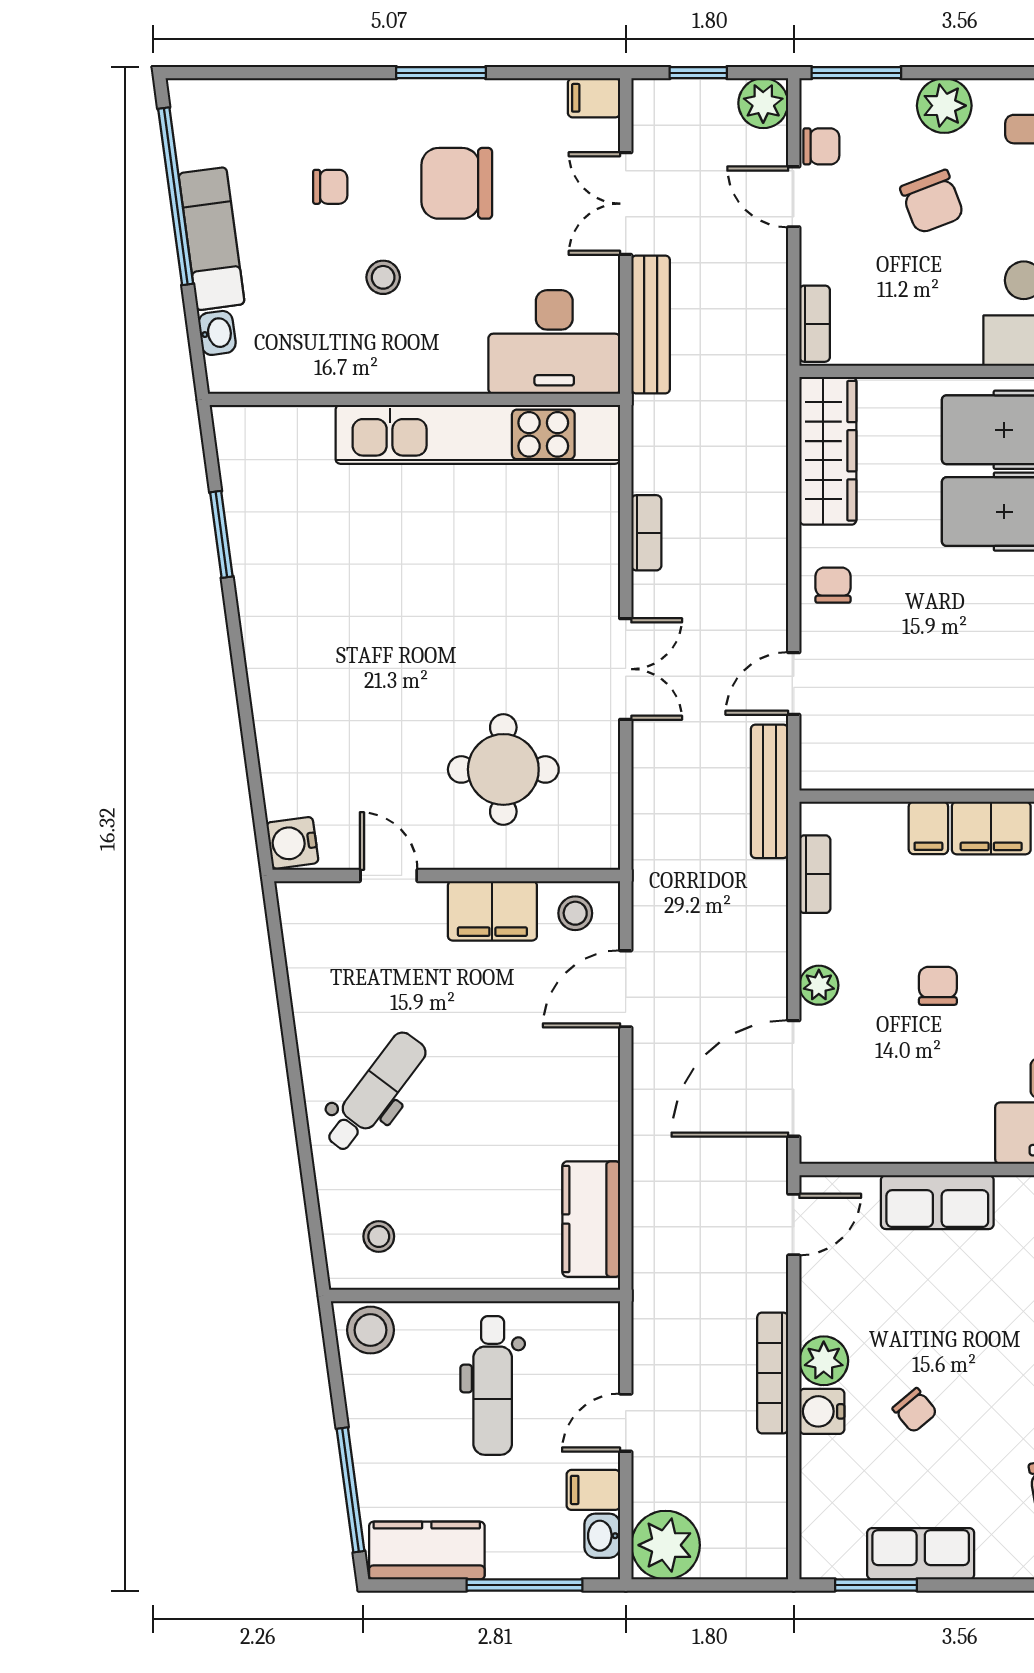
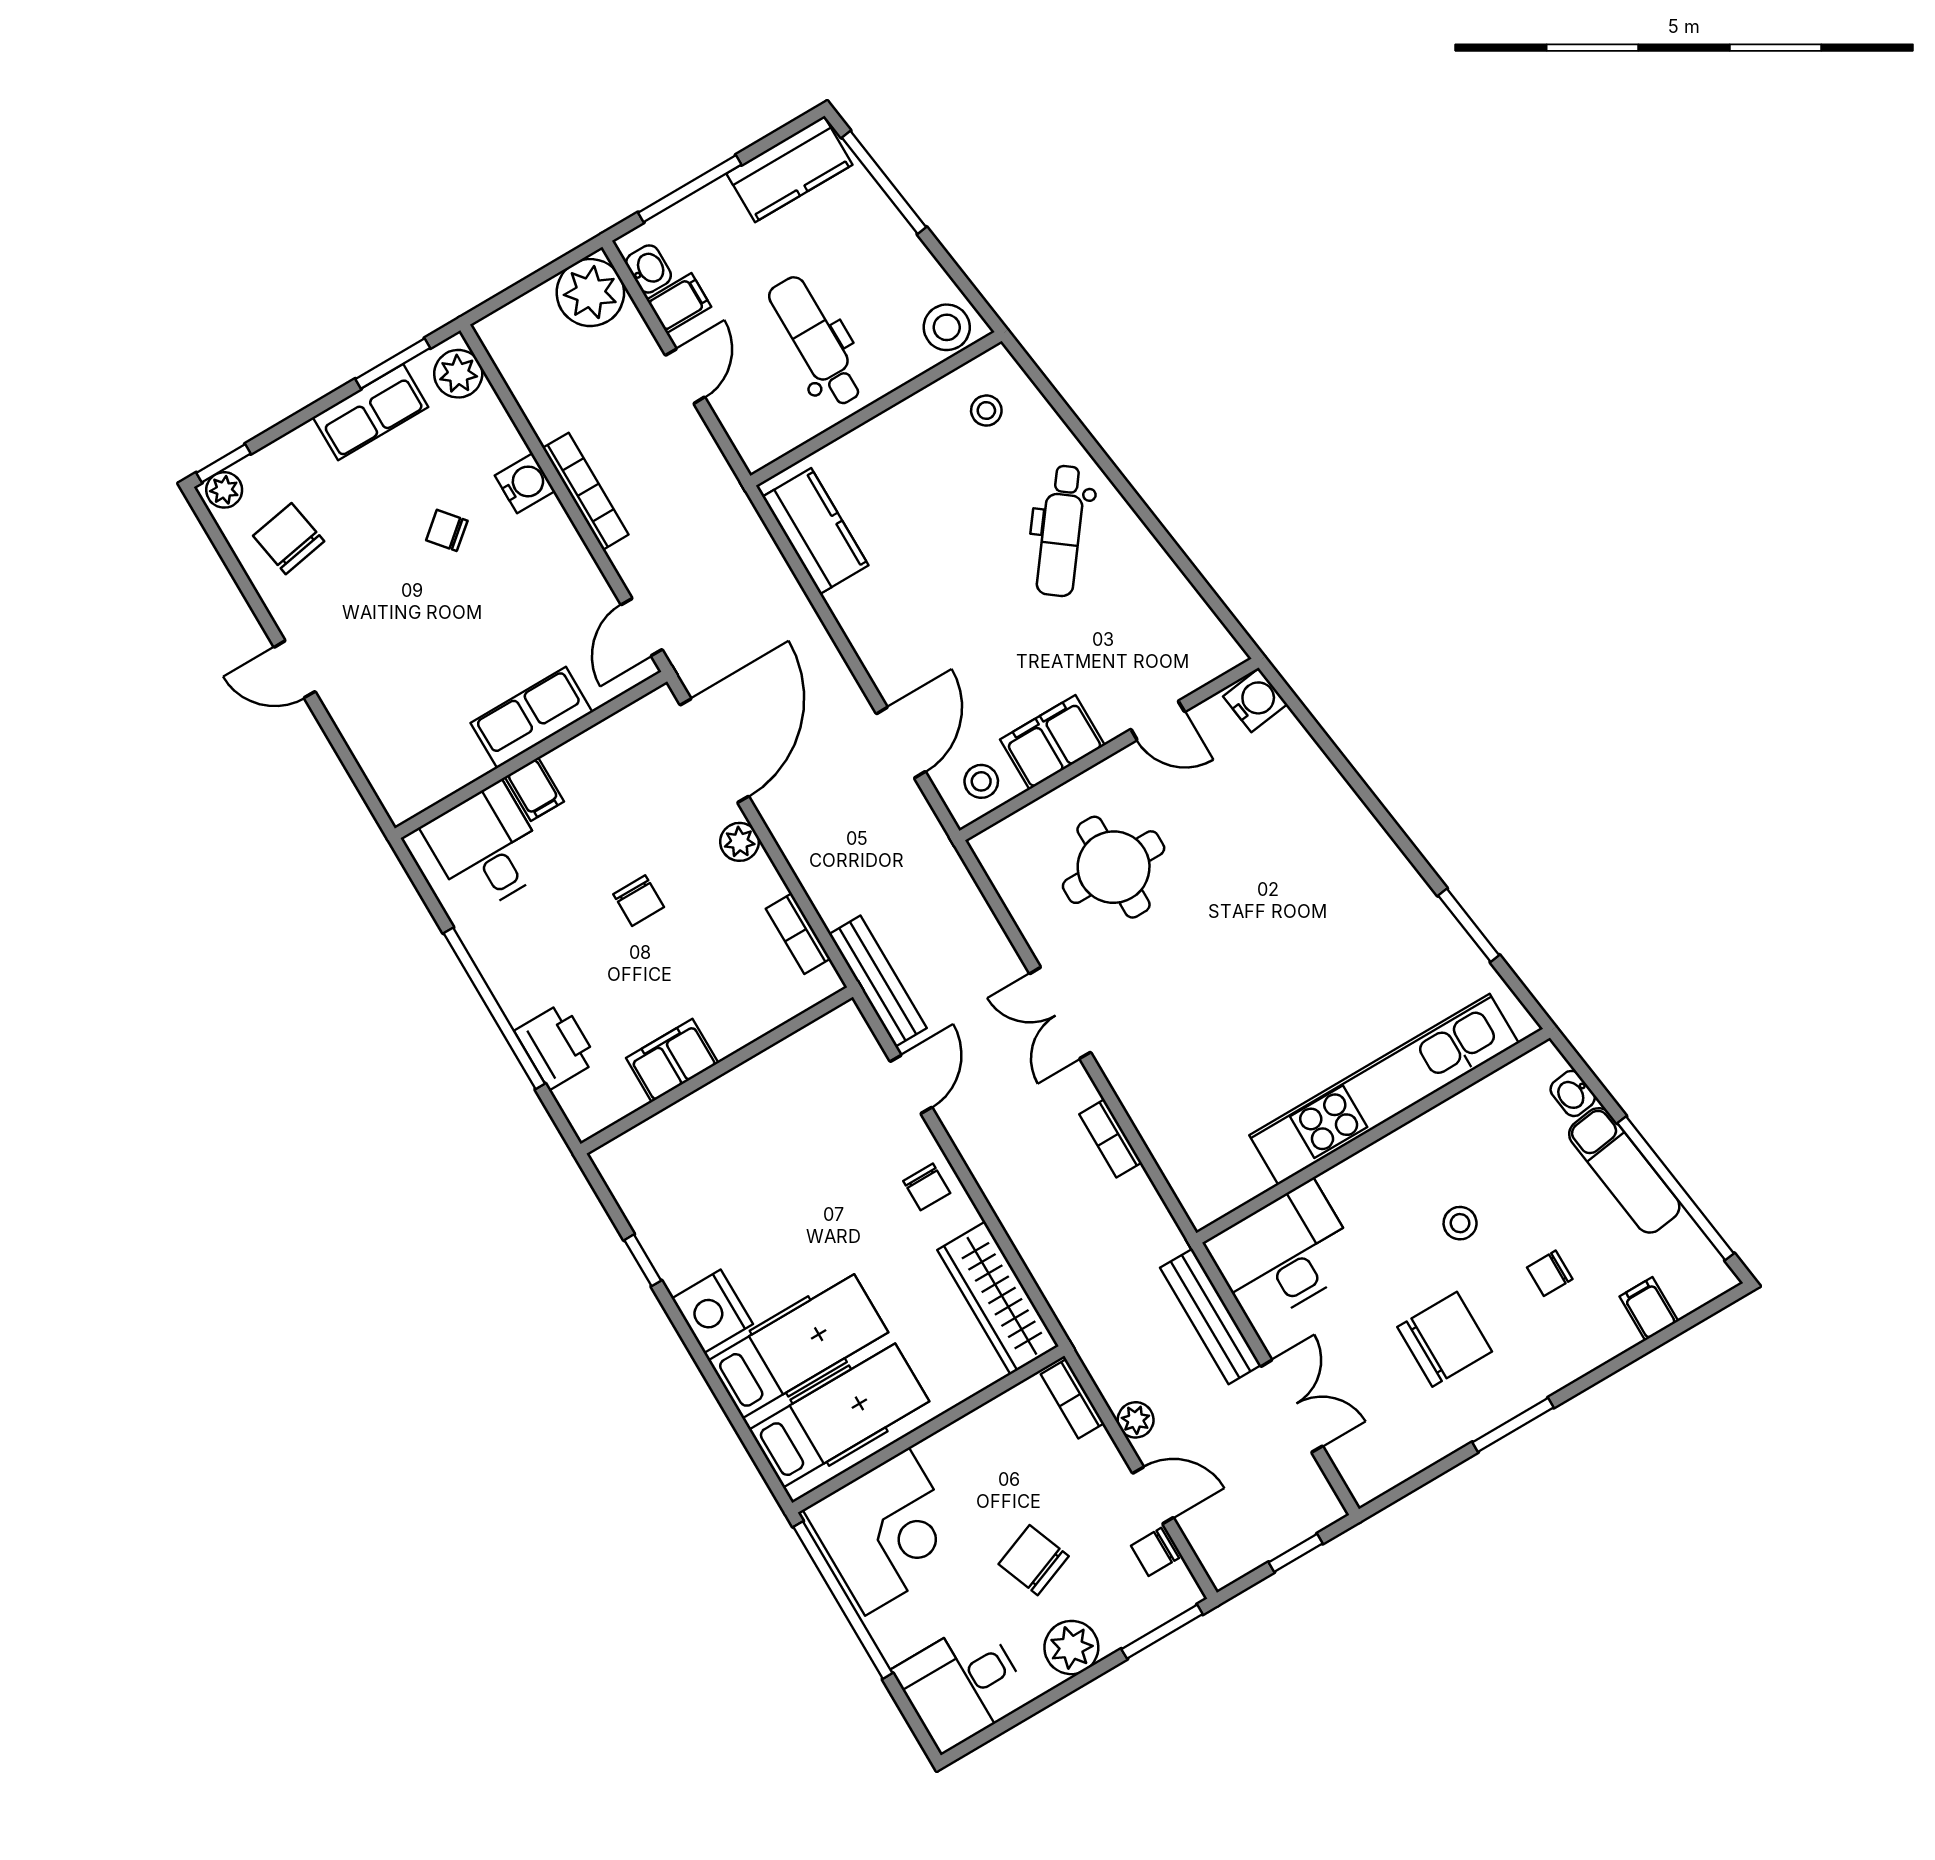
filing cabinet: (594, 98) -> (1649, 1309), moved, turned -90
plant: (763, 103) -> (1136, 1420), moved, width x0.73, depth x0.73
kitchen unit: (478, 434) -> (1384, 1089), moved
filing cabinet: (928, 828) -> (534, 789), moved, turned 180
plant: (824, 1361) -> (458, 374), moved

